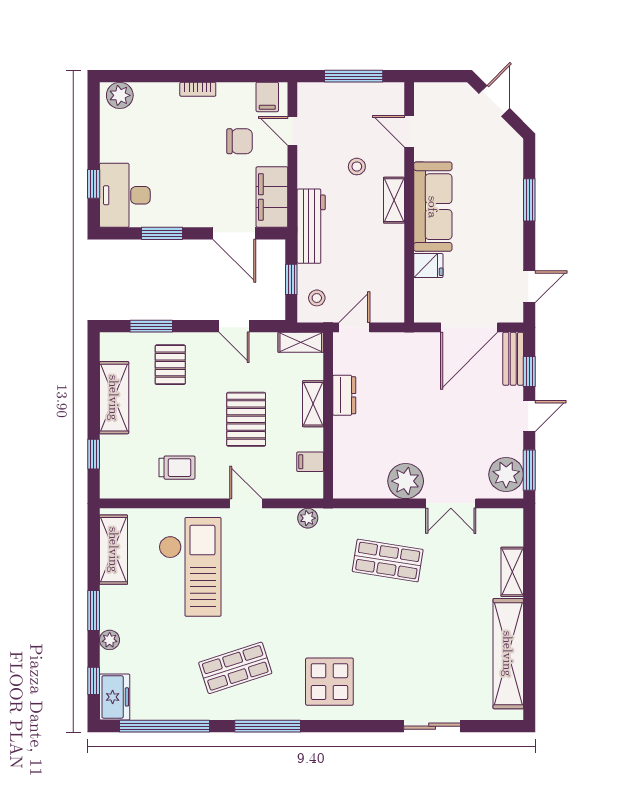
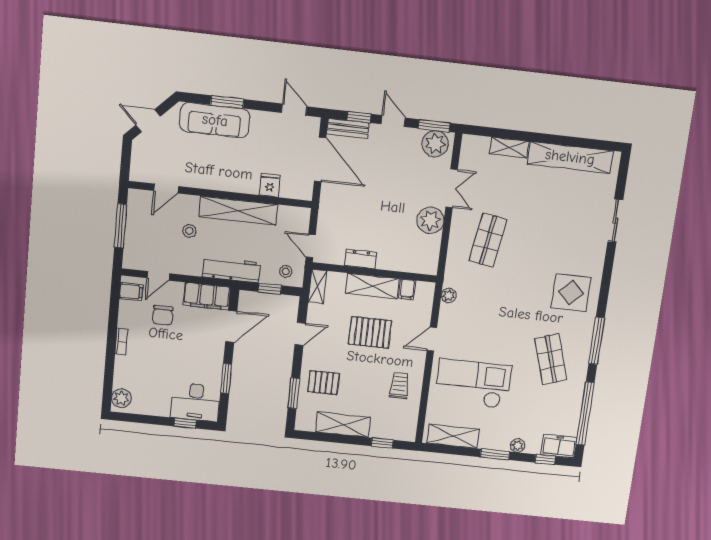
chair: (240, 141) -> (163, 315), turned 180
shelving: (394, 200) -> (238, 211), width x2.20, depth x1.33
sofa: (433, 207) -> (215, 120), moved, turned 180
shelving: (313, 404) -> (373, 286), width x1.50, depth x1.33

